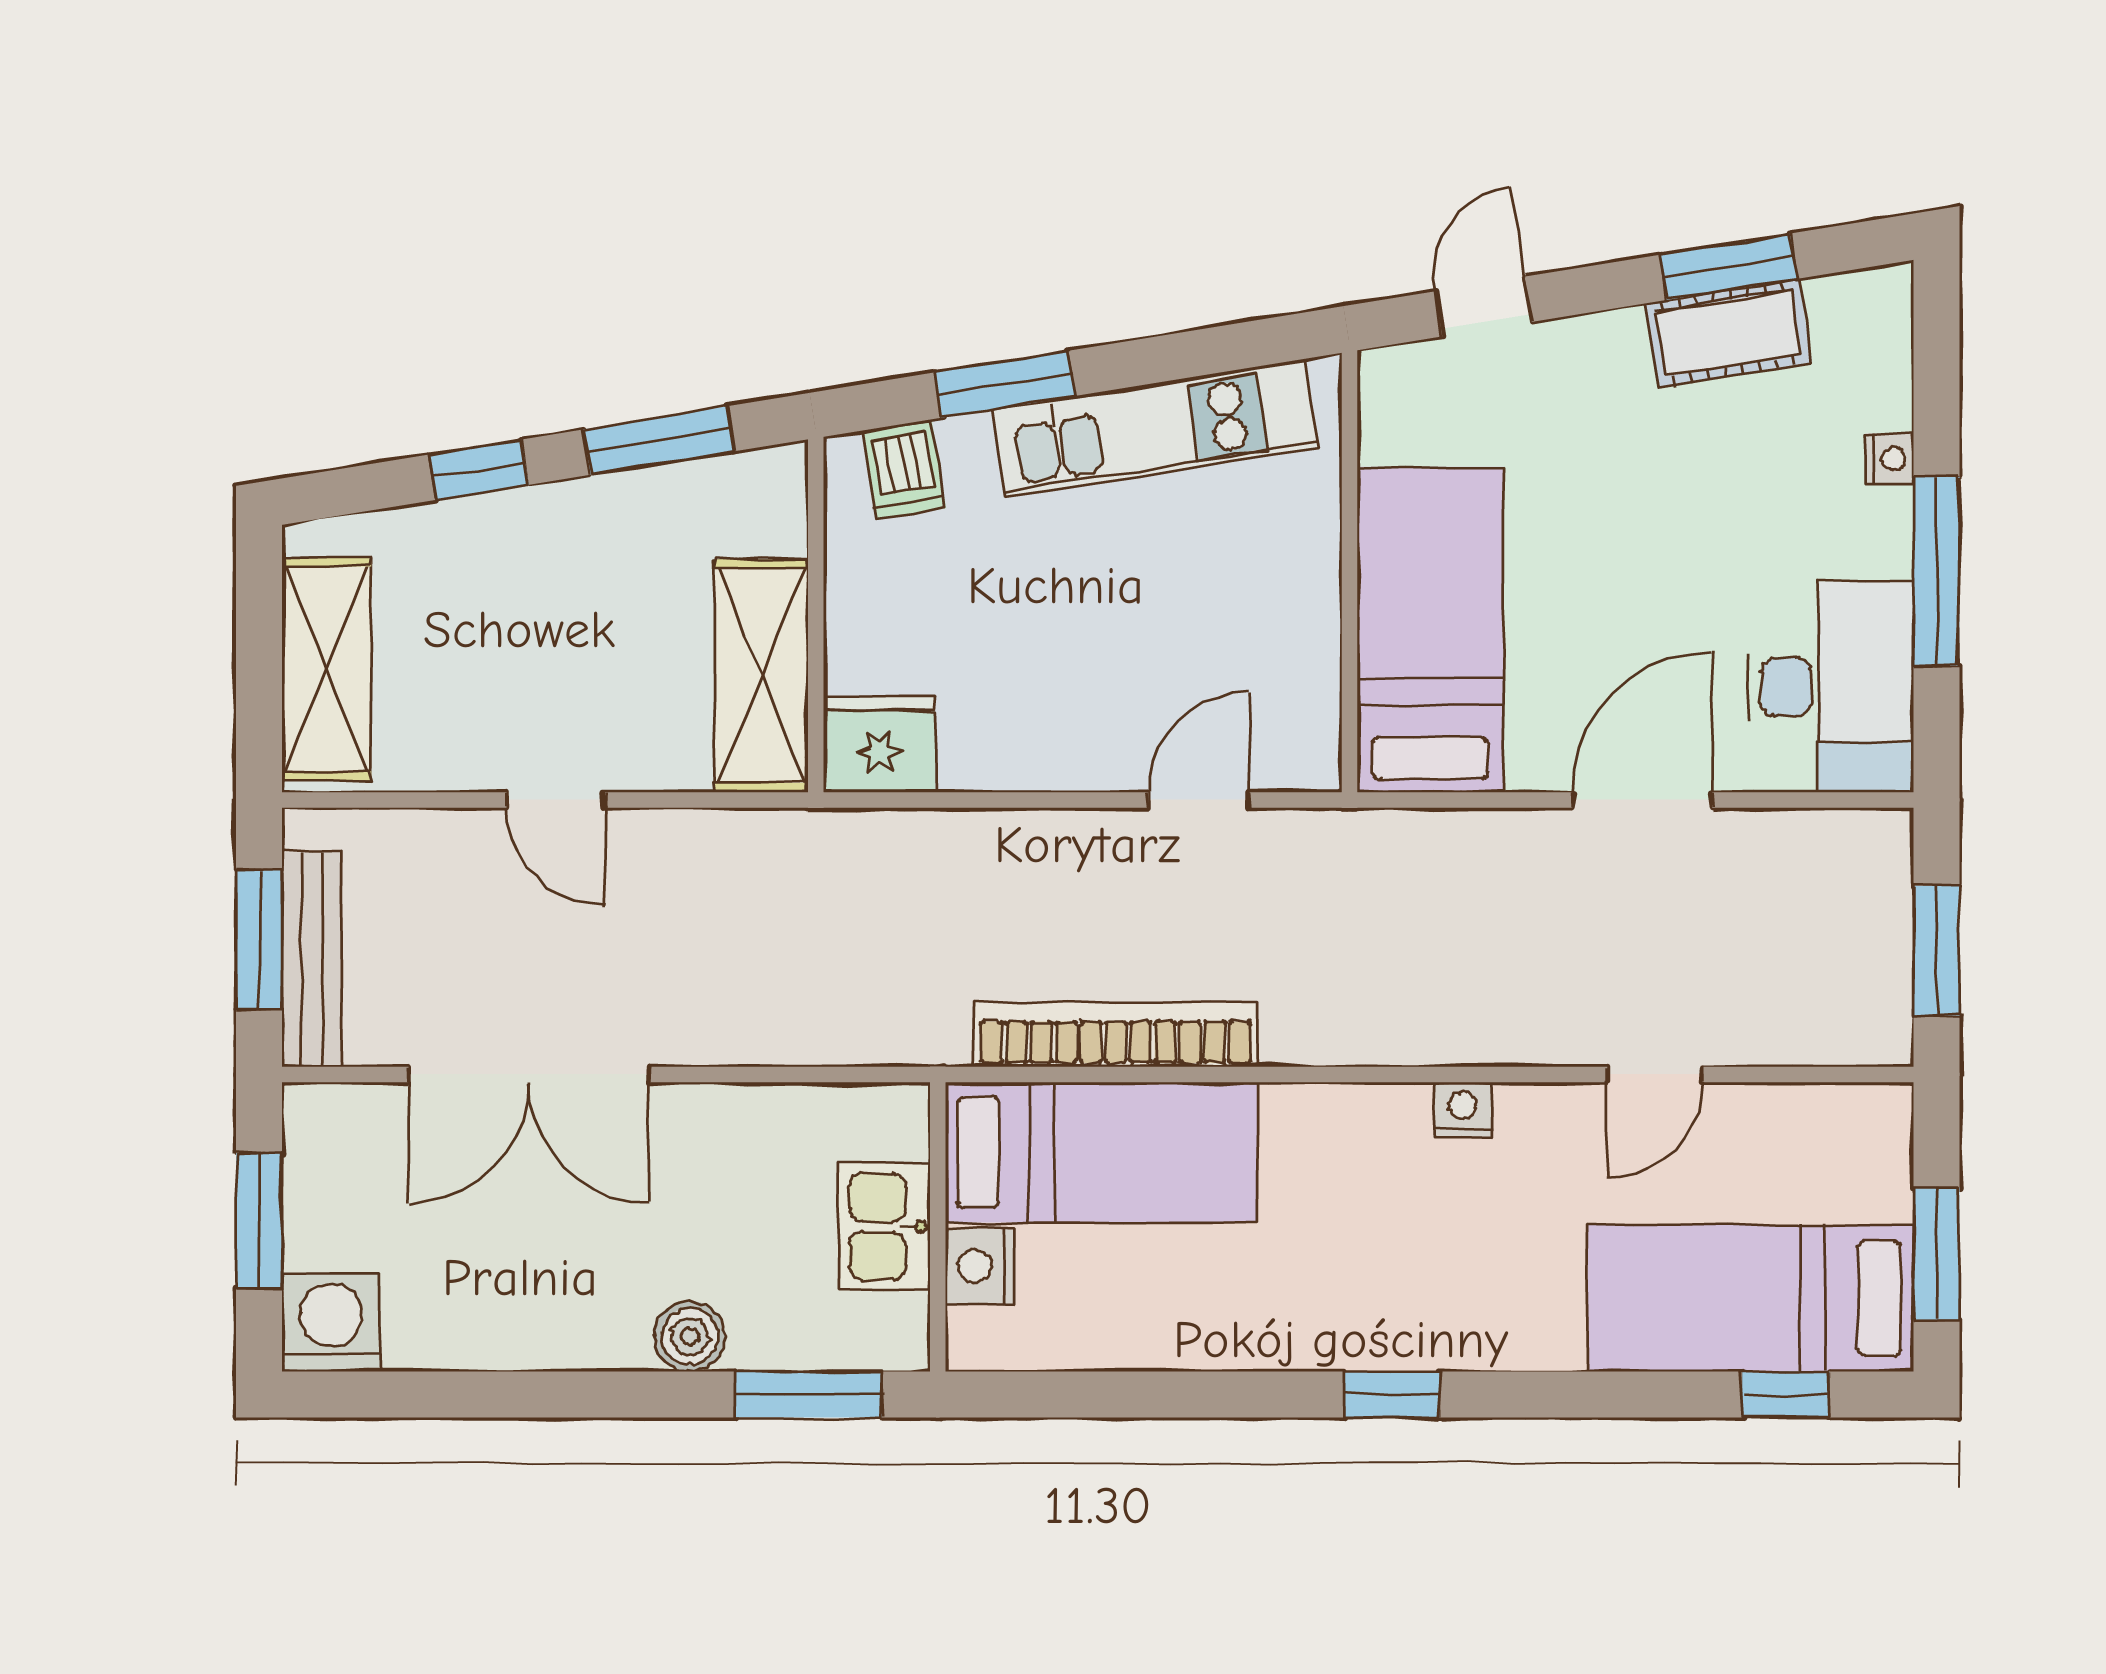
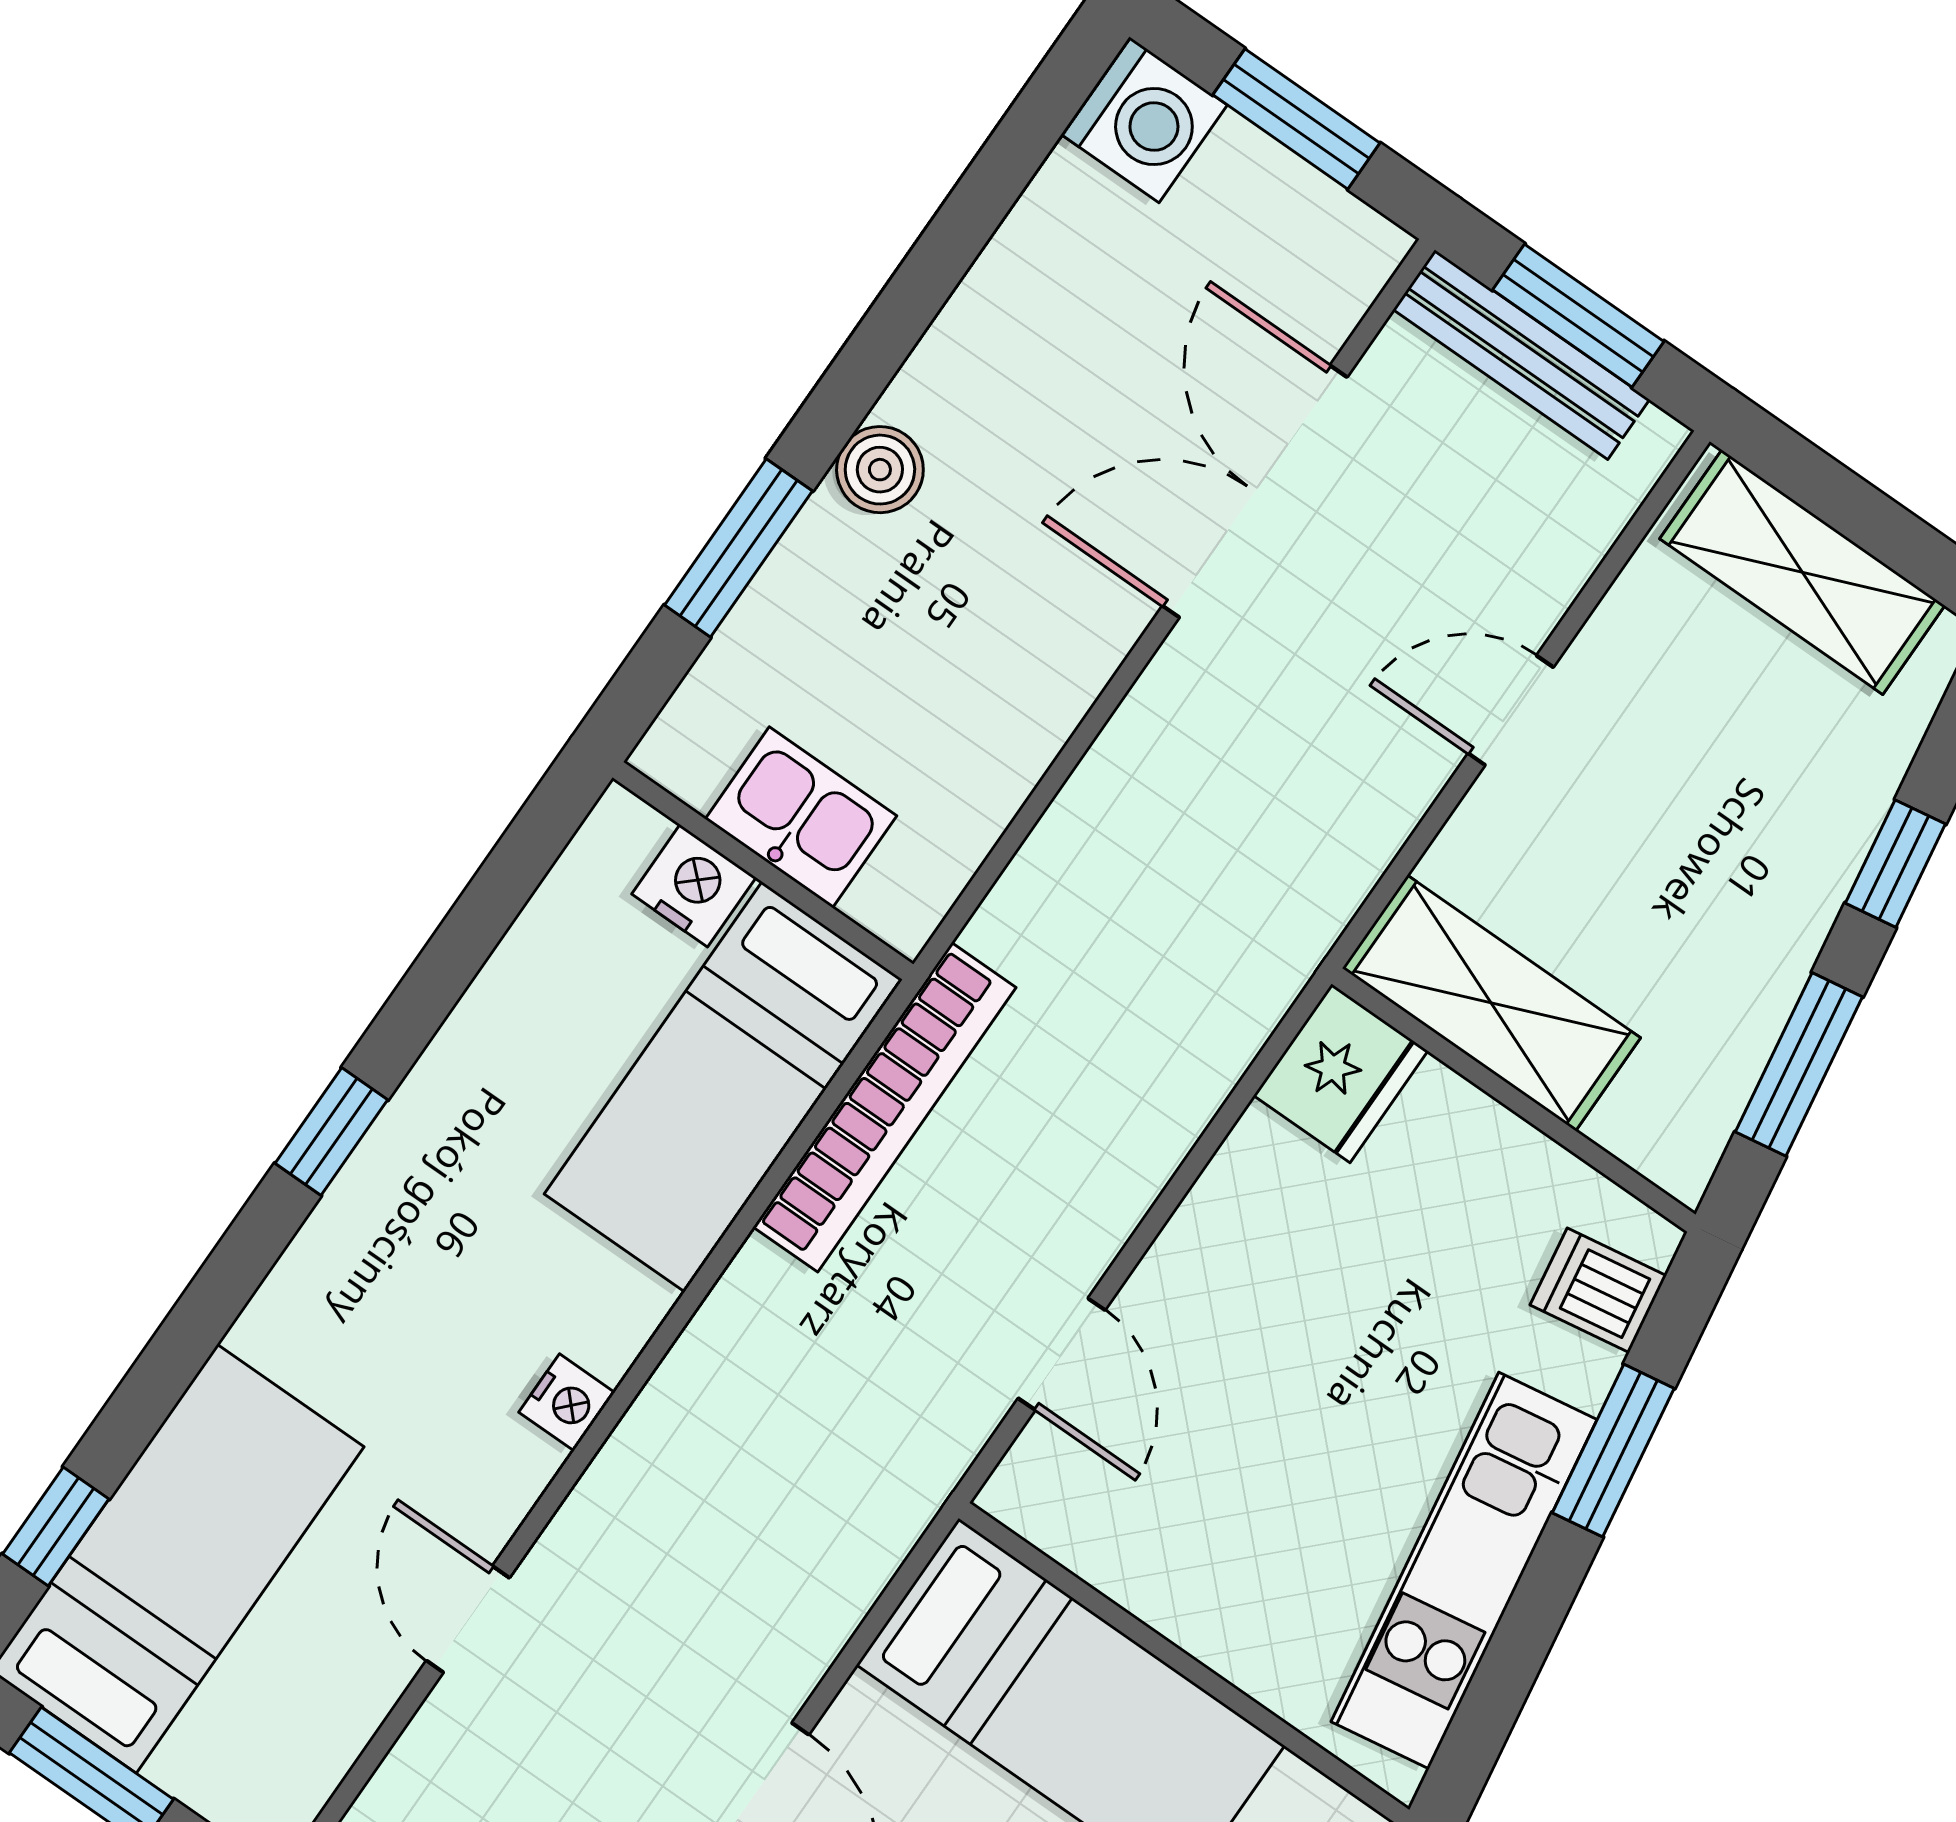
bed: (1101, 1152) -> (723, 1087), moved
kitchen sink: (884, 1226) -> (801, 817), moved
wall: (938, 1227) -> (763, 871), moved
nightstand: (980, 1266) -> (694, 886), moved

